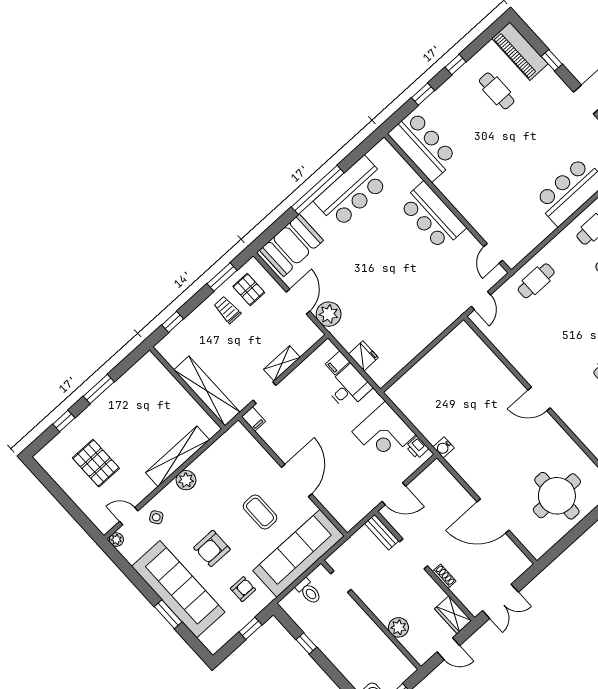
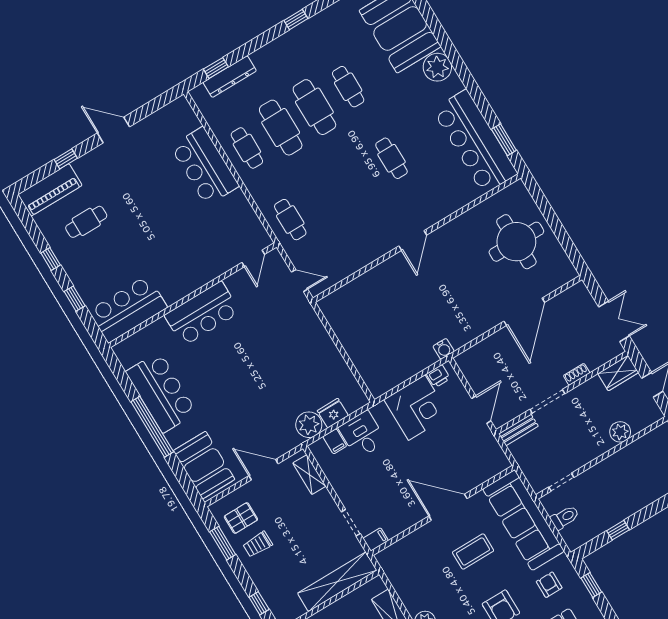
door: (493, 253) -> (253, 258), hinge flipped
plant: (329, 314) -> (309, 425), moved
shelving: (282, 363) -> (309, 475), moved

